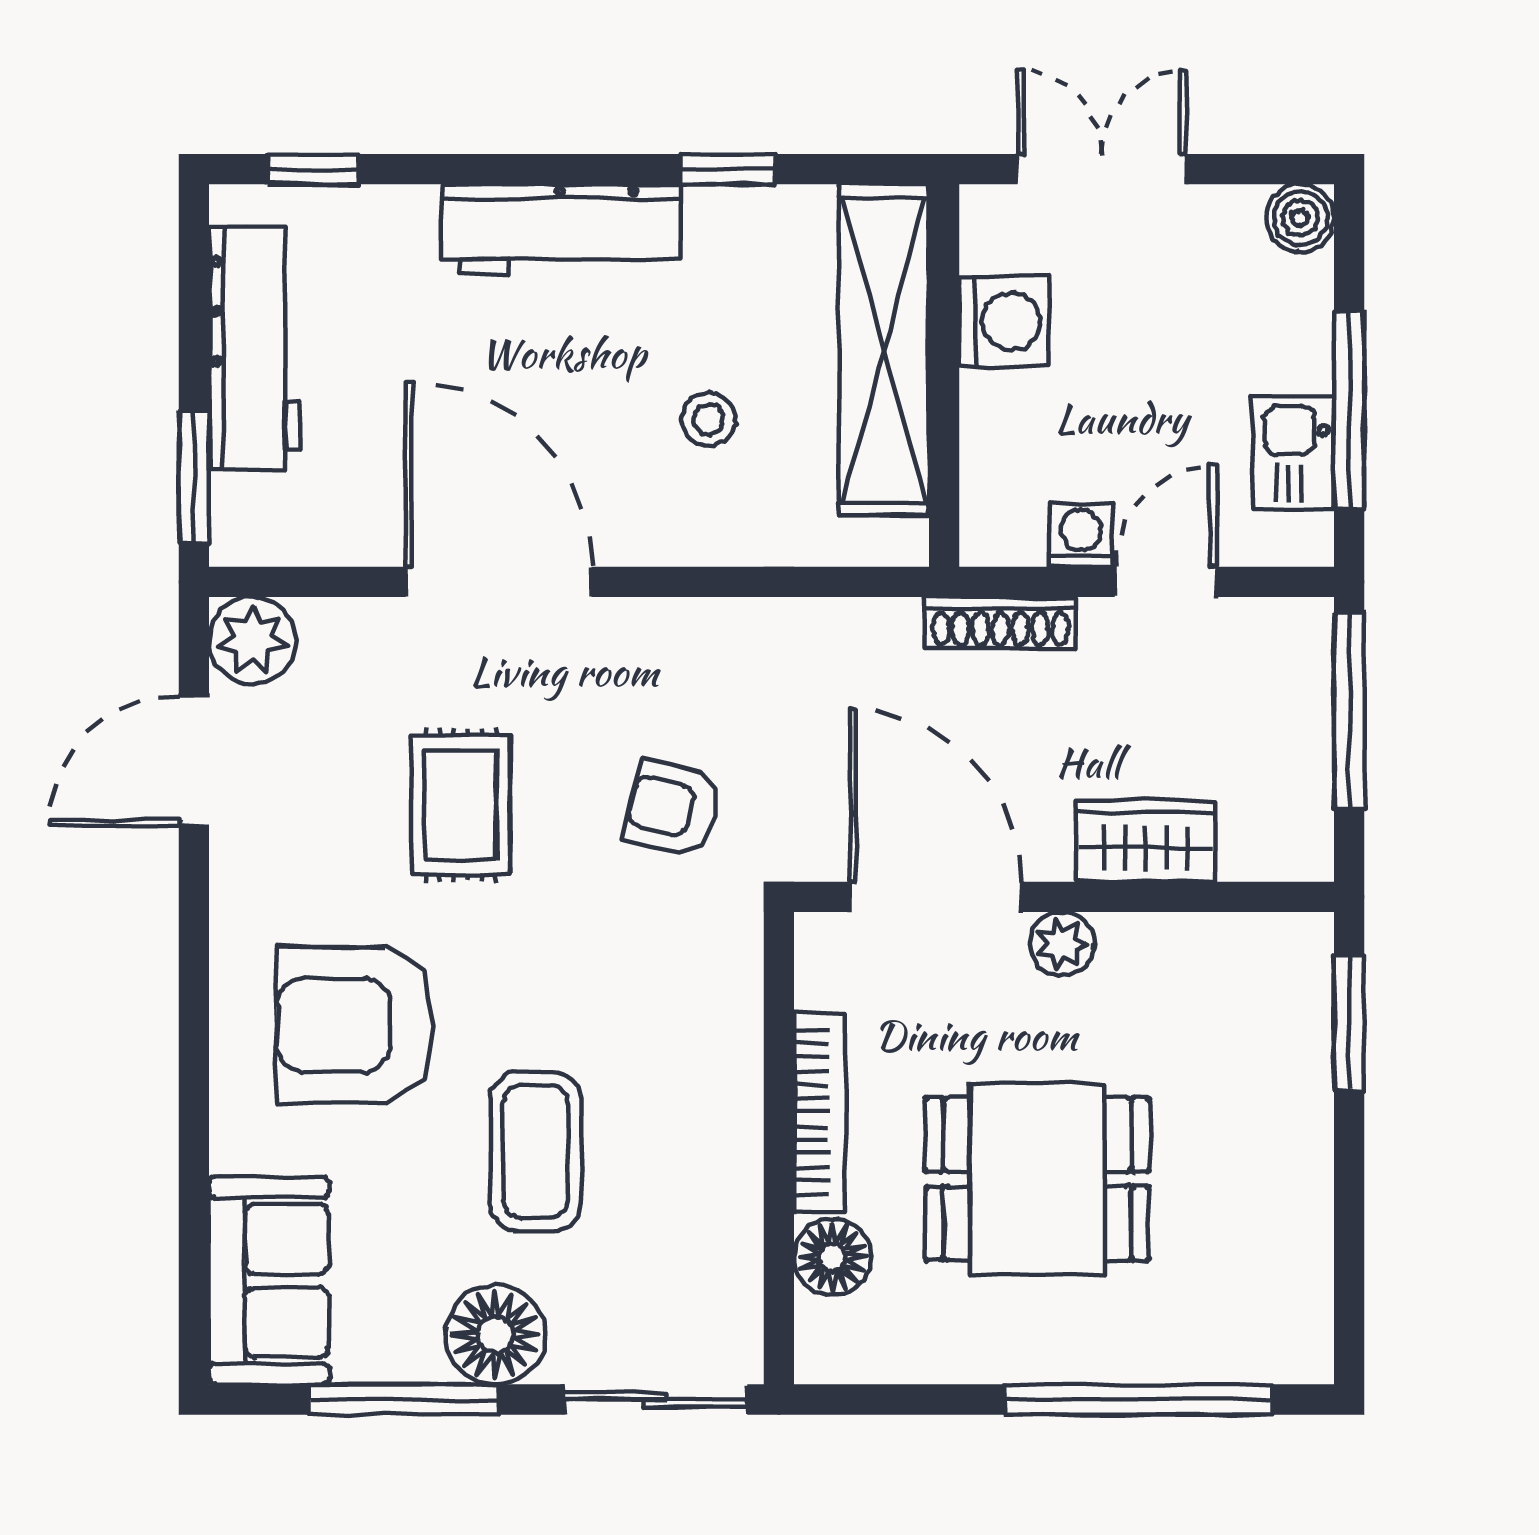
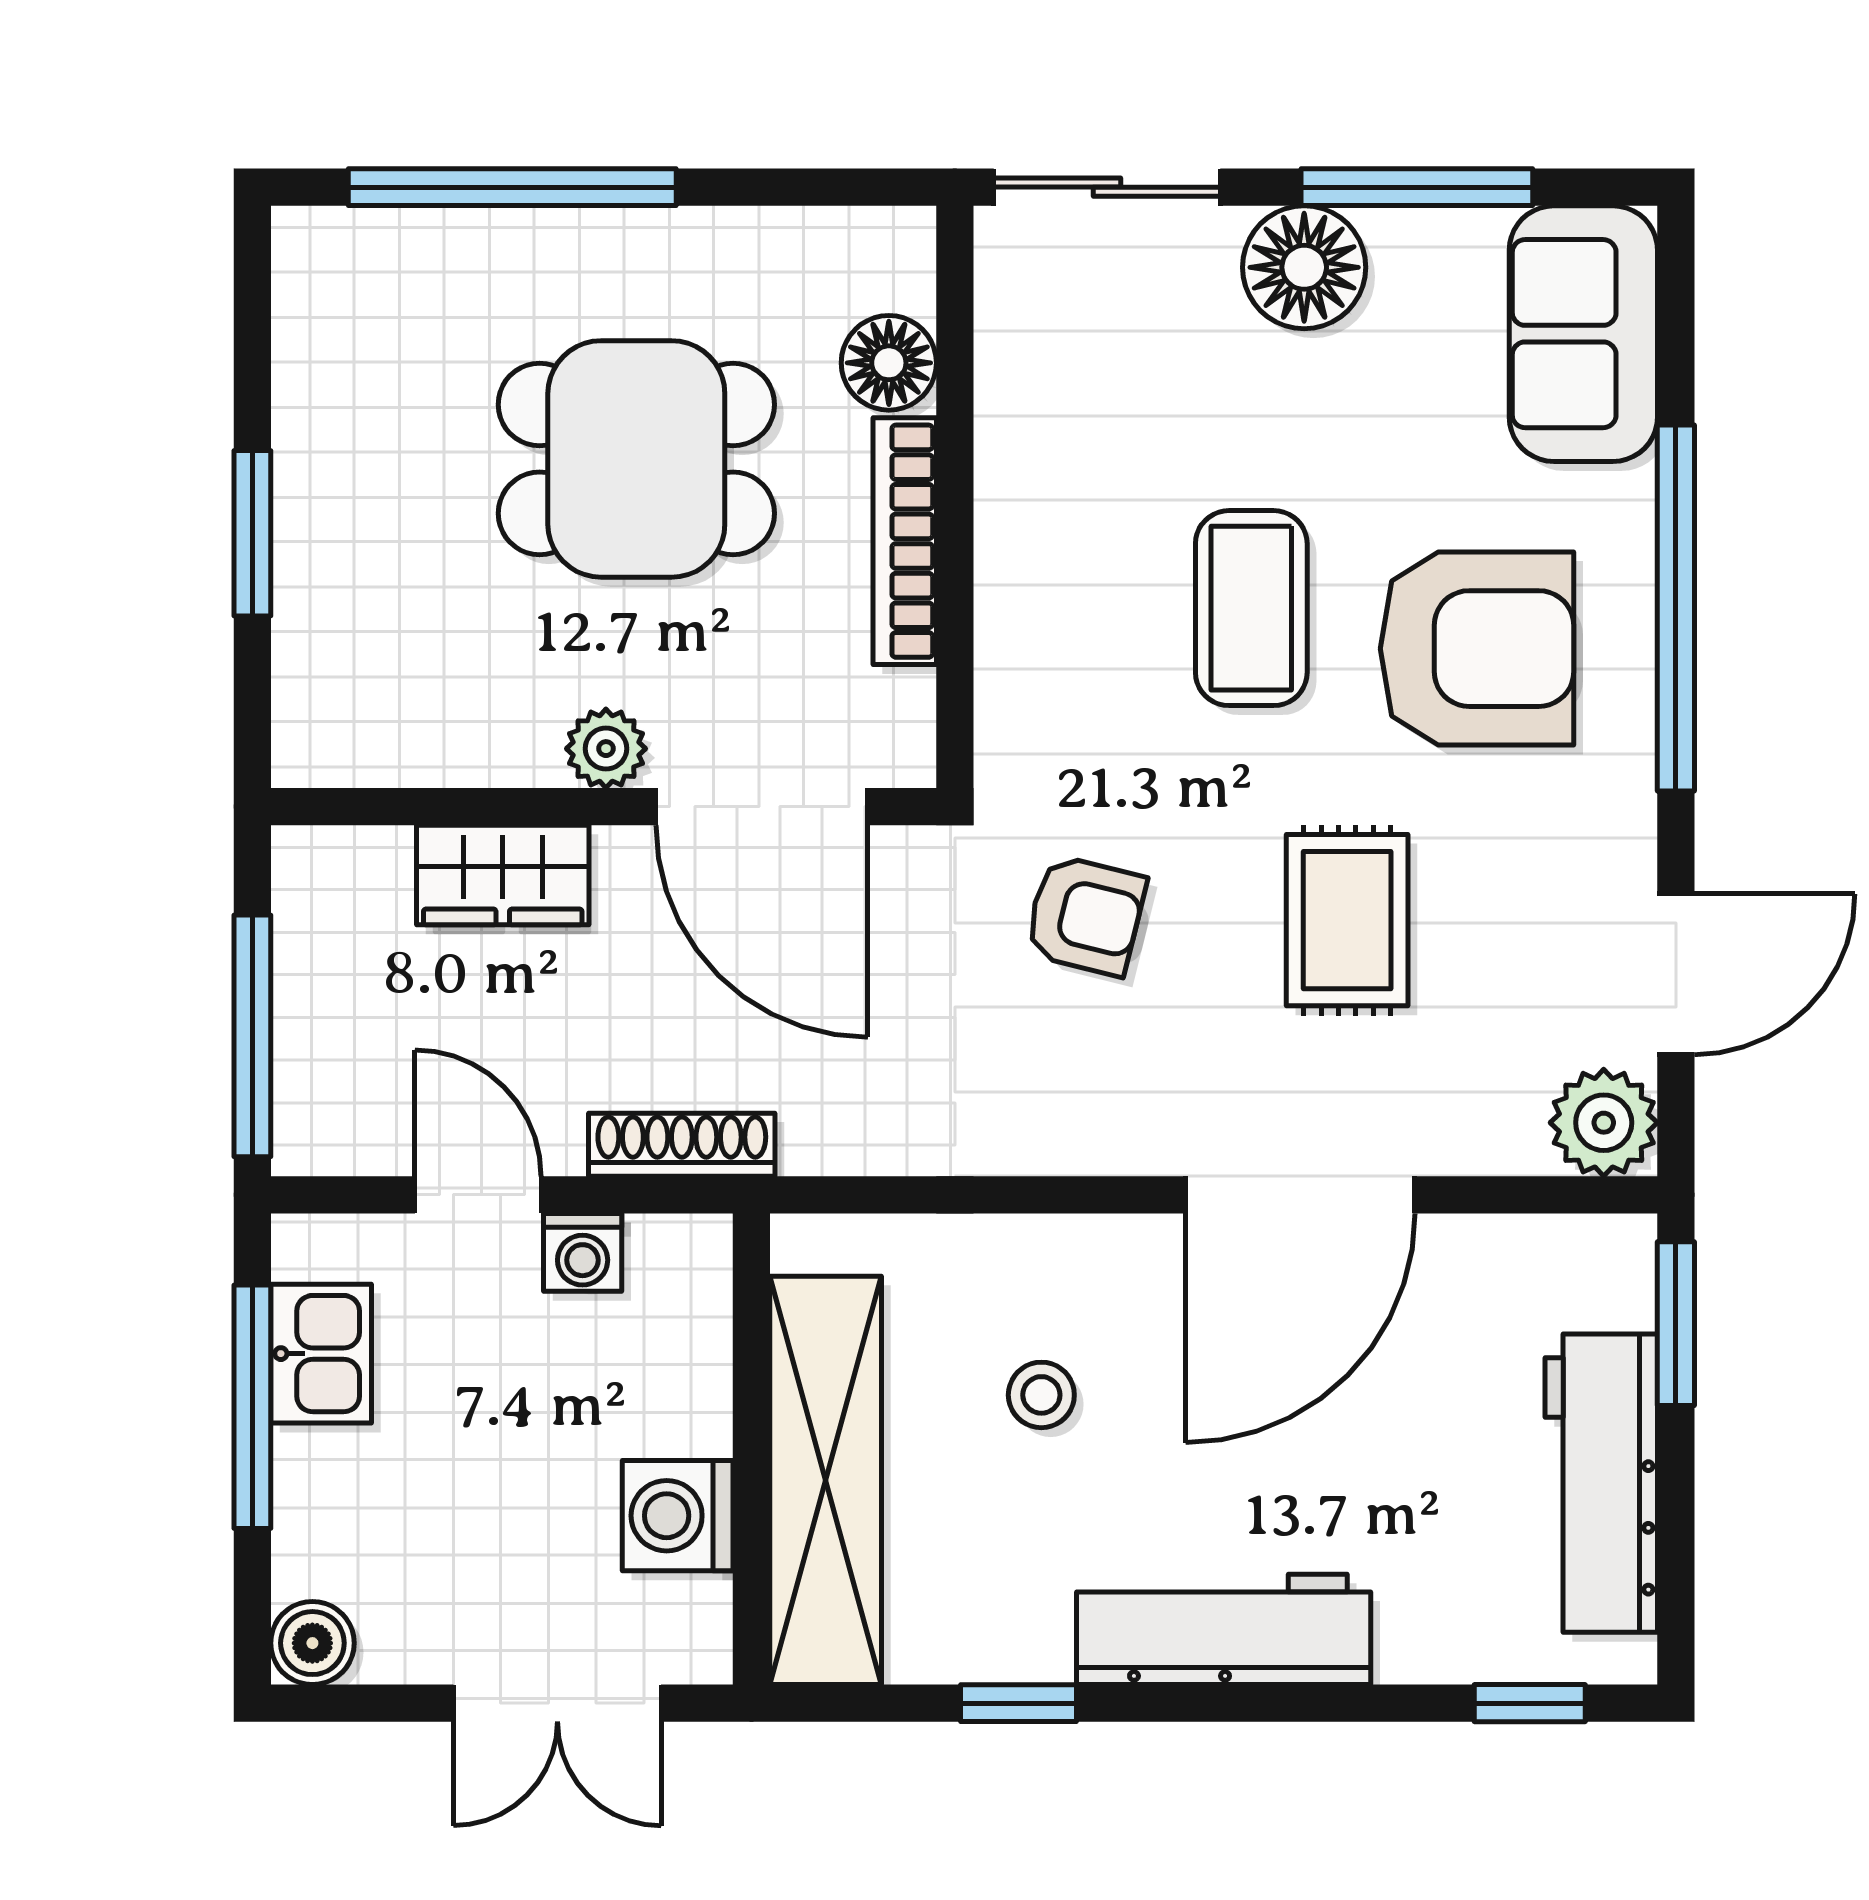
door: (499, 582) -> (1300, 1195), hinge flipped
door: (1166, 582) -> (478, 1195), swing flipped
window: (1349, 1023) -> (252, 533), moved
window: (194, 1058) -> (1676, 608), added
coffee table: (535, 1152) -> (1251, 608), moved

